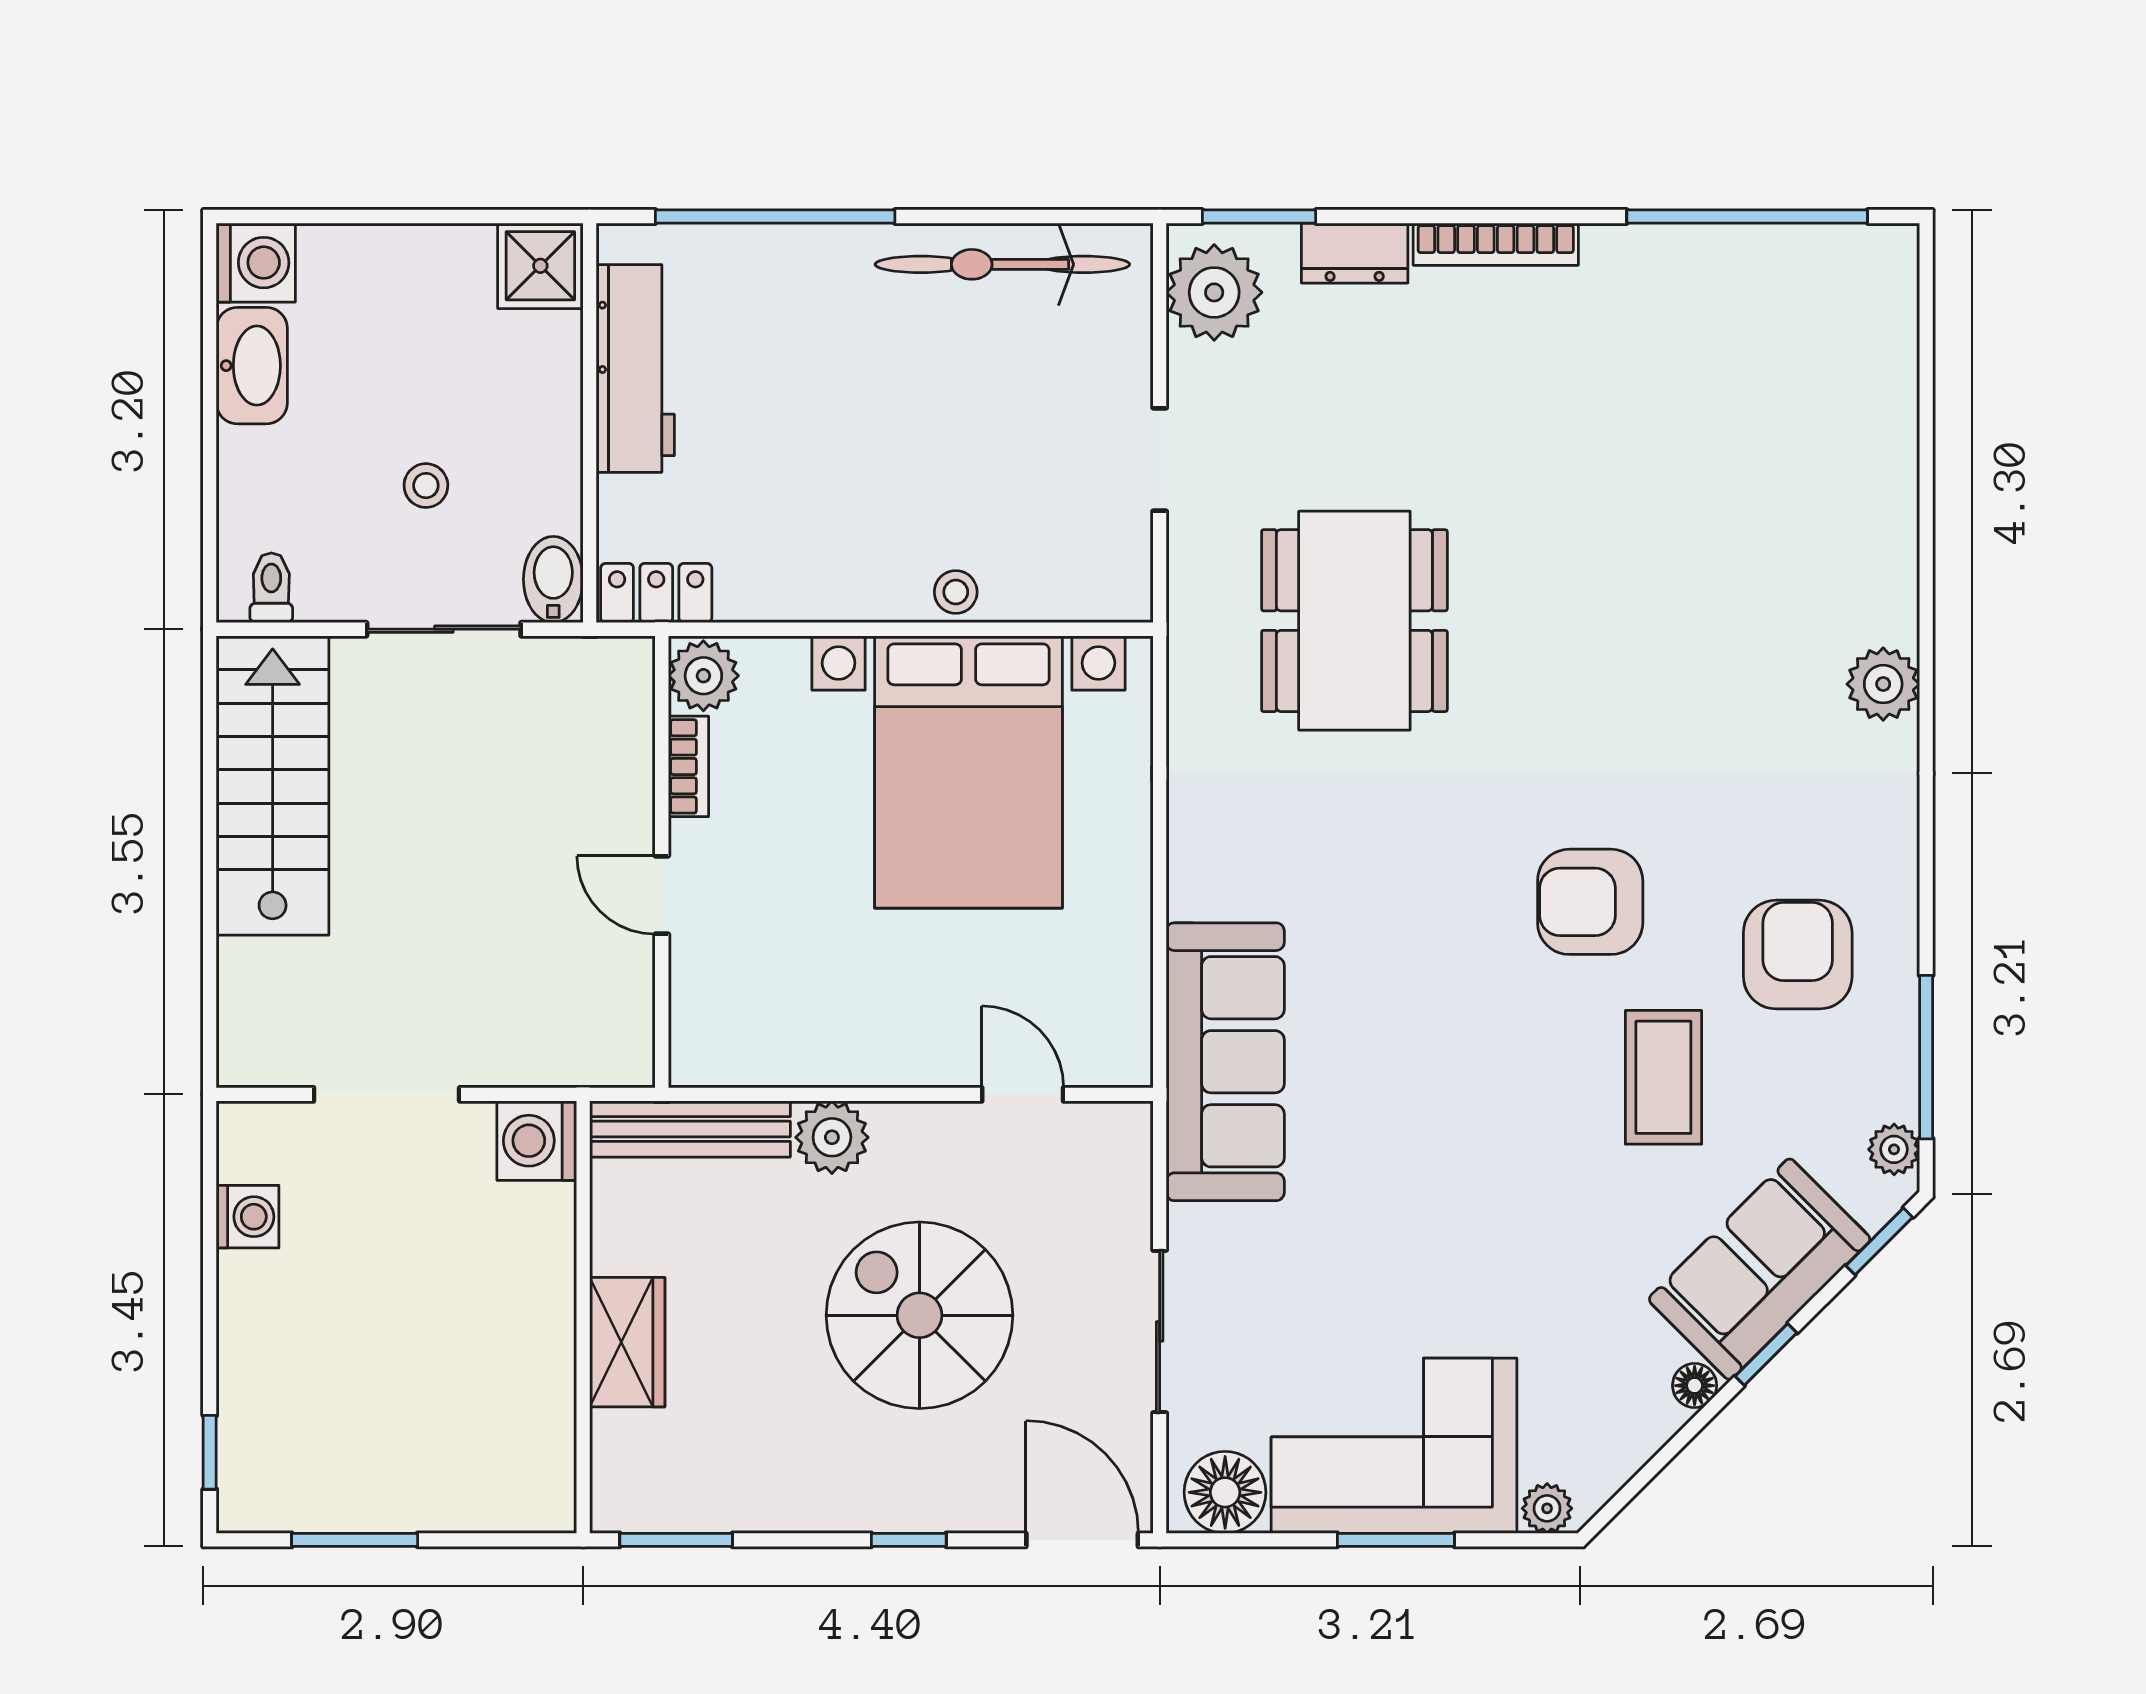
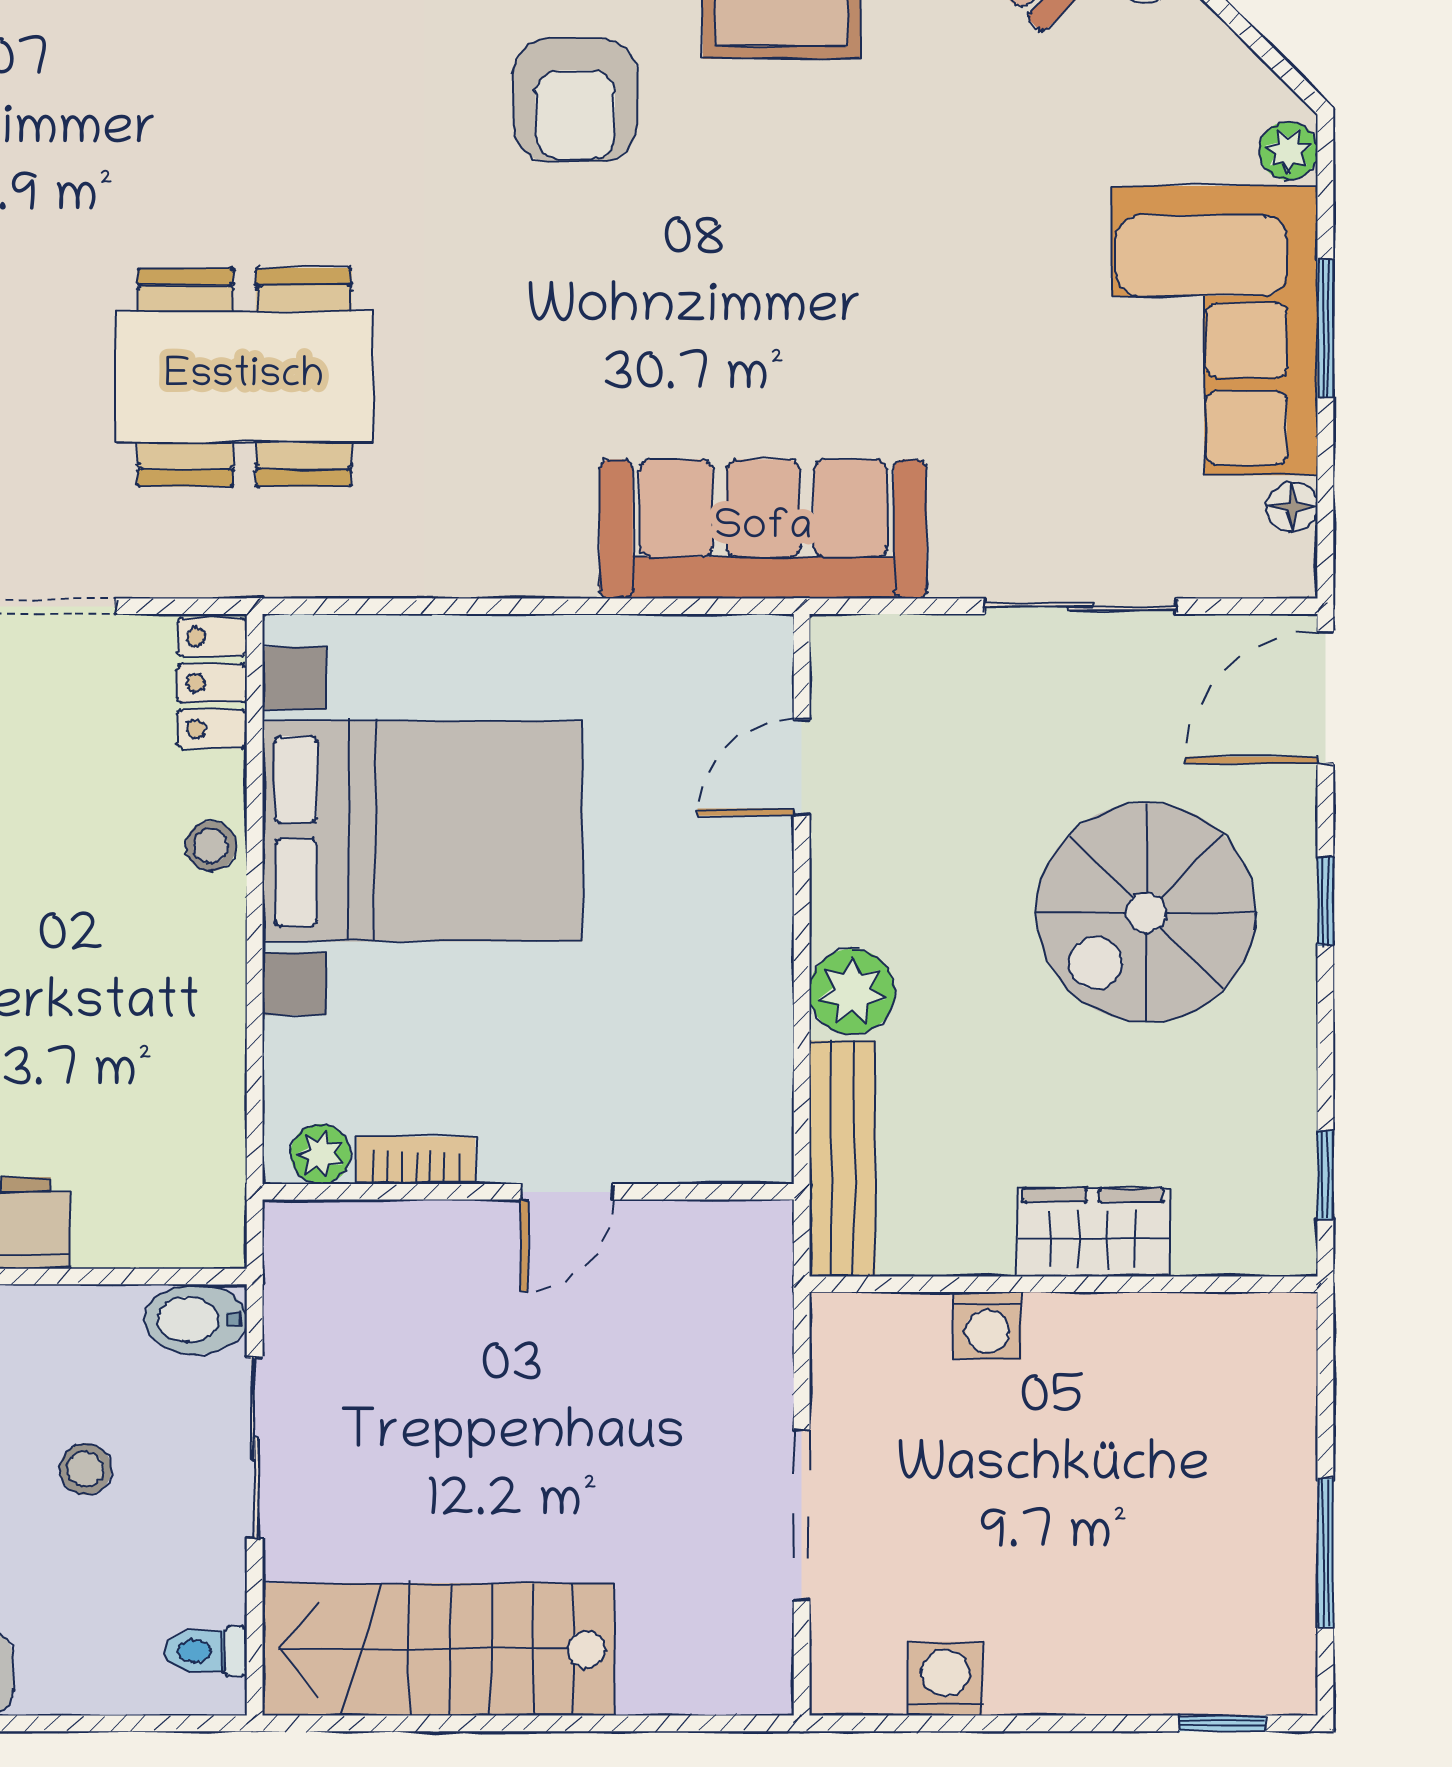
locker: (656, 593) -> (212, 683), moved
plant: (703, 676) -> (321, 1154), width x0.73, depth x0.73
washing machine: (537, 1141) -> (987, 1326), moved, width x0.73, depth x0.73
spiral stairs: (919, 1315) -> (1146, 912), moved
floor lamp: (1225, 1492) -> (1292, 507), width x0.53, depth x0.53
window: (676, 1540) -> (1325, 1175), width x0.67

